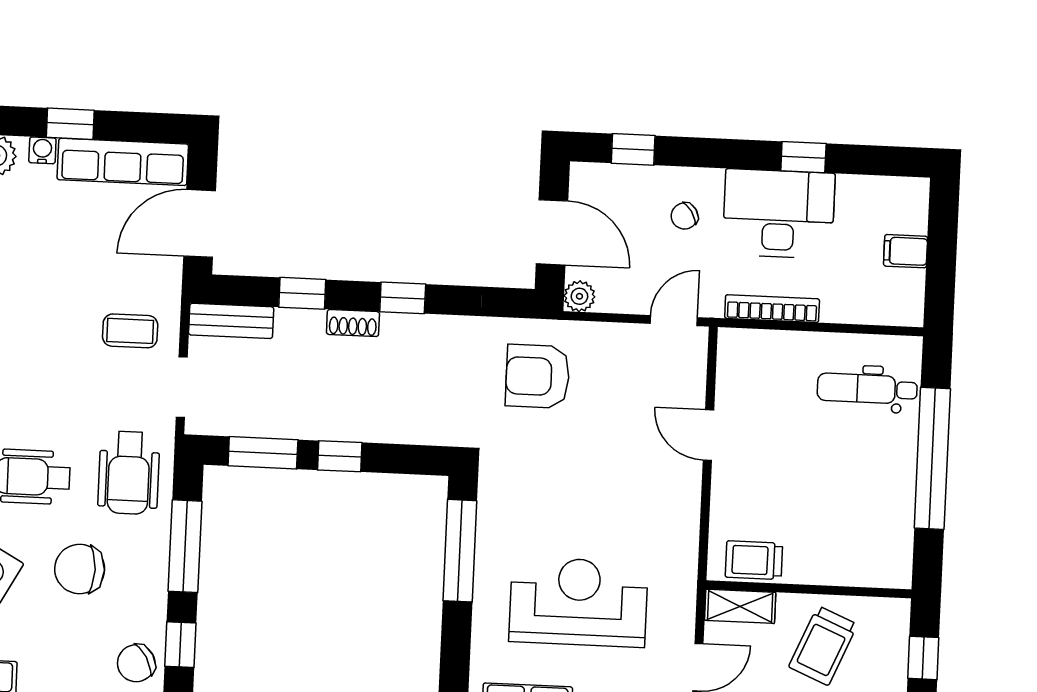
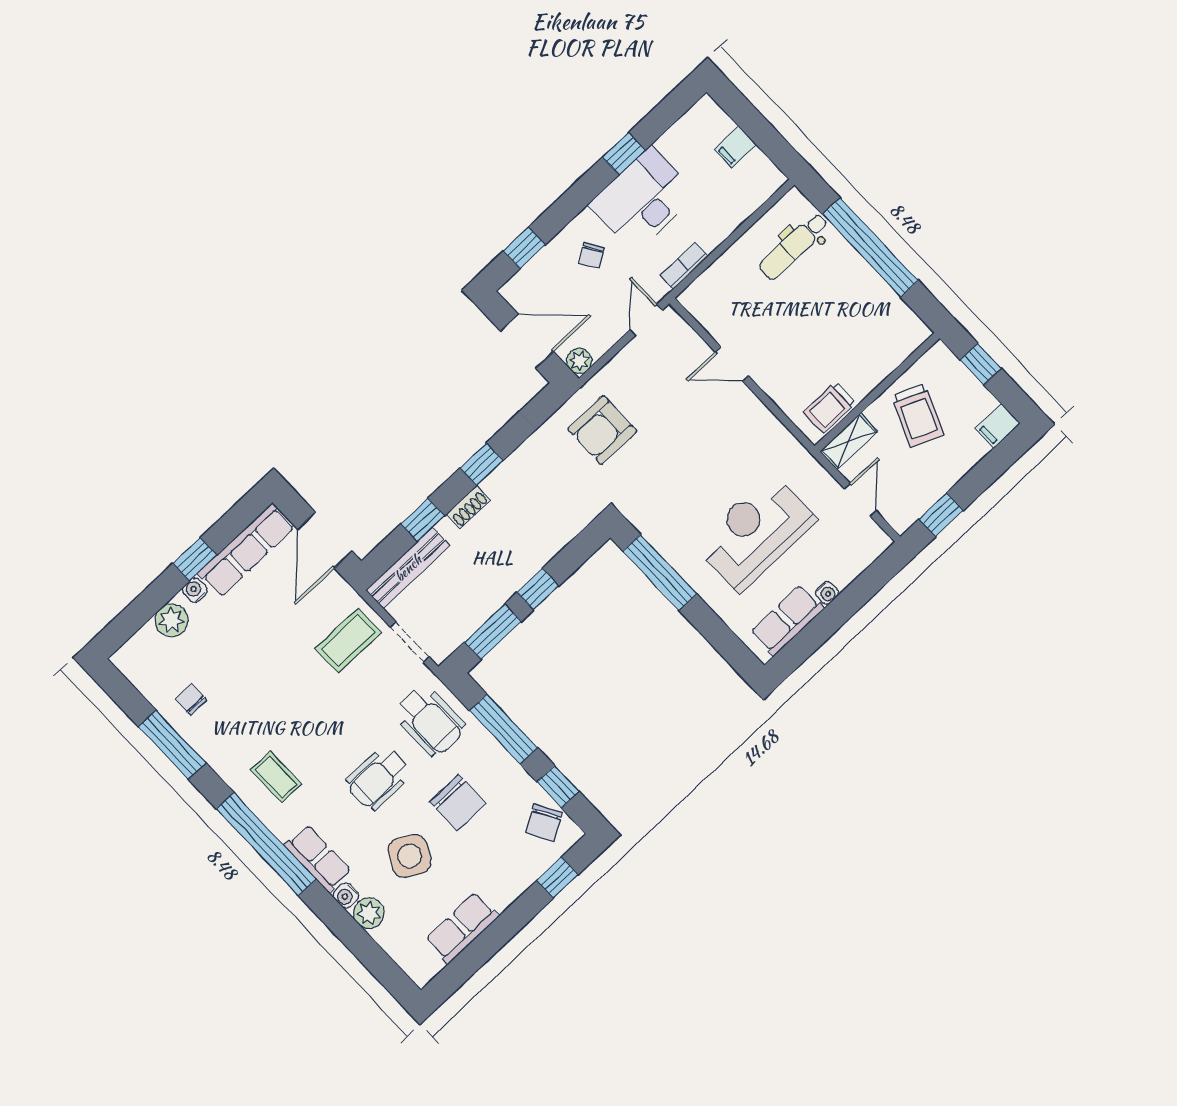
bookcase: (772, 309) -> (684, 266), width x0.64
bench: (231, 321) -> (408, 568), width x1.36
coffee table: (130, 331) -> (348, 640), width x1.36, depth x1.30
chair: (80, 569) -> (458, 803), turned -90

